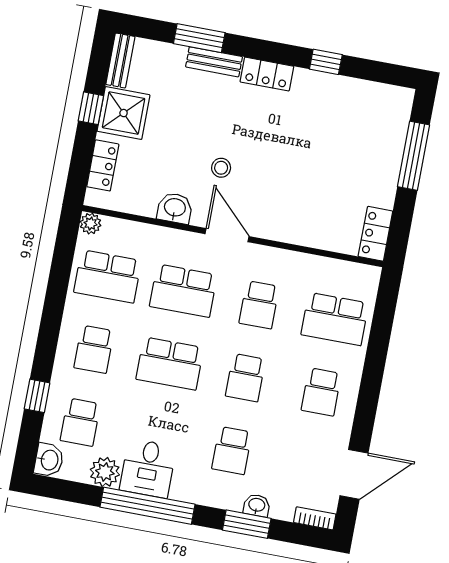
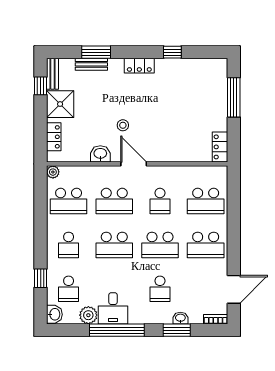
bench: (214, 62) -> (91, 64), moved
window: (91, 108) -> (41, 86), moved
school desk: (245, 378) -> (160, 245), width x1.85
school desk: (321, 392) -> (206, 245), width x1.85

